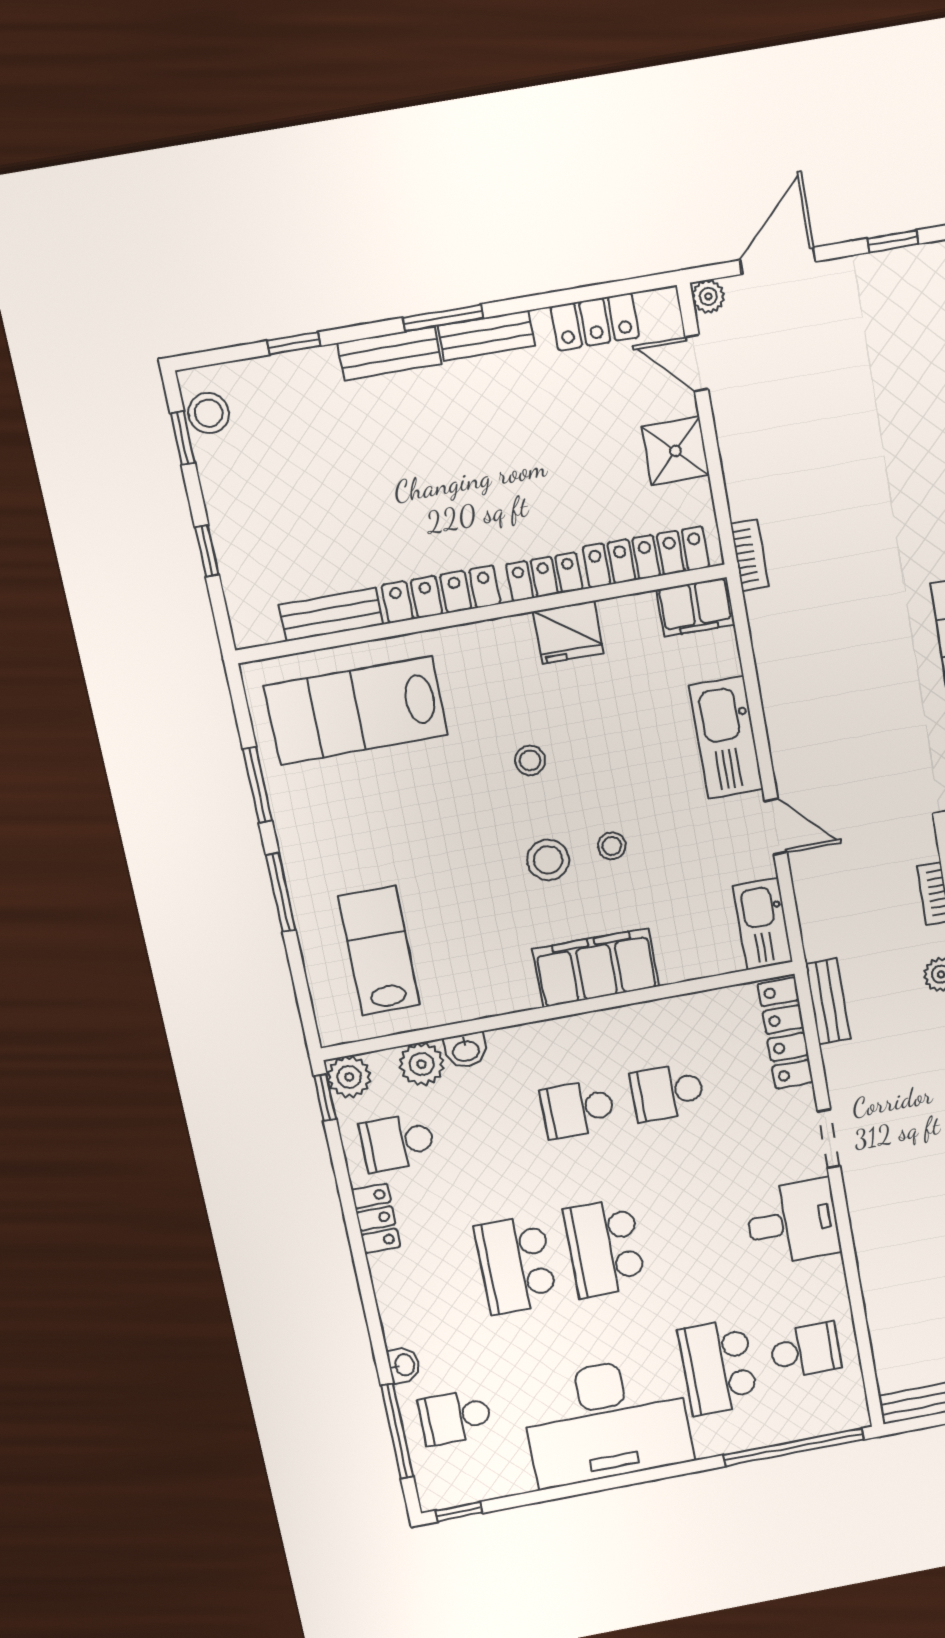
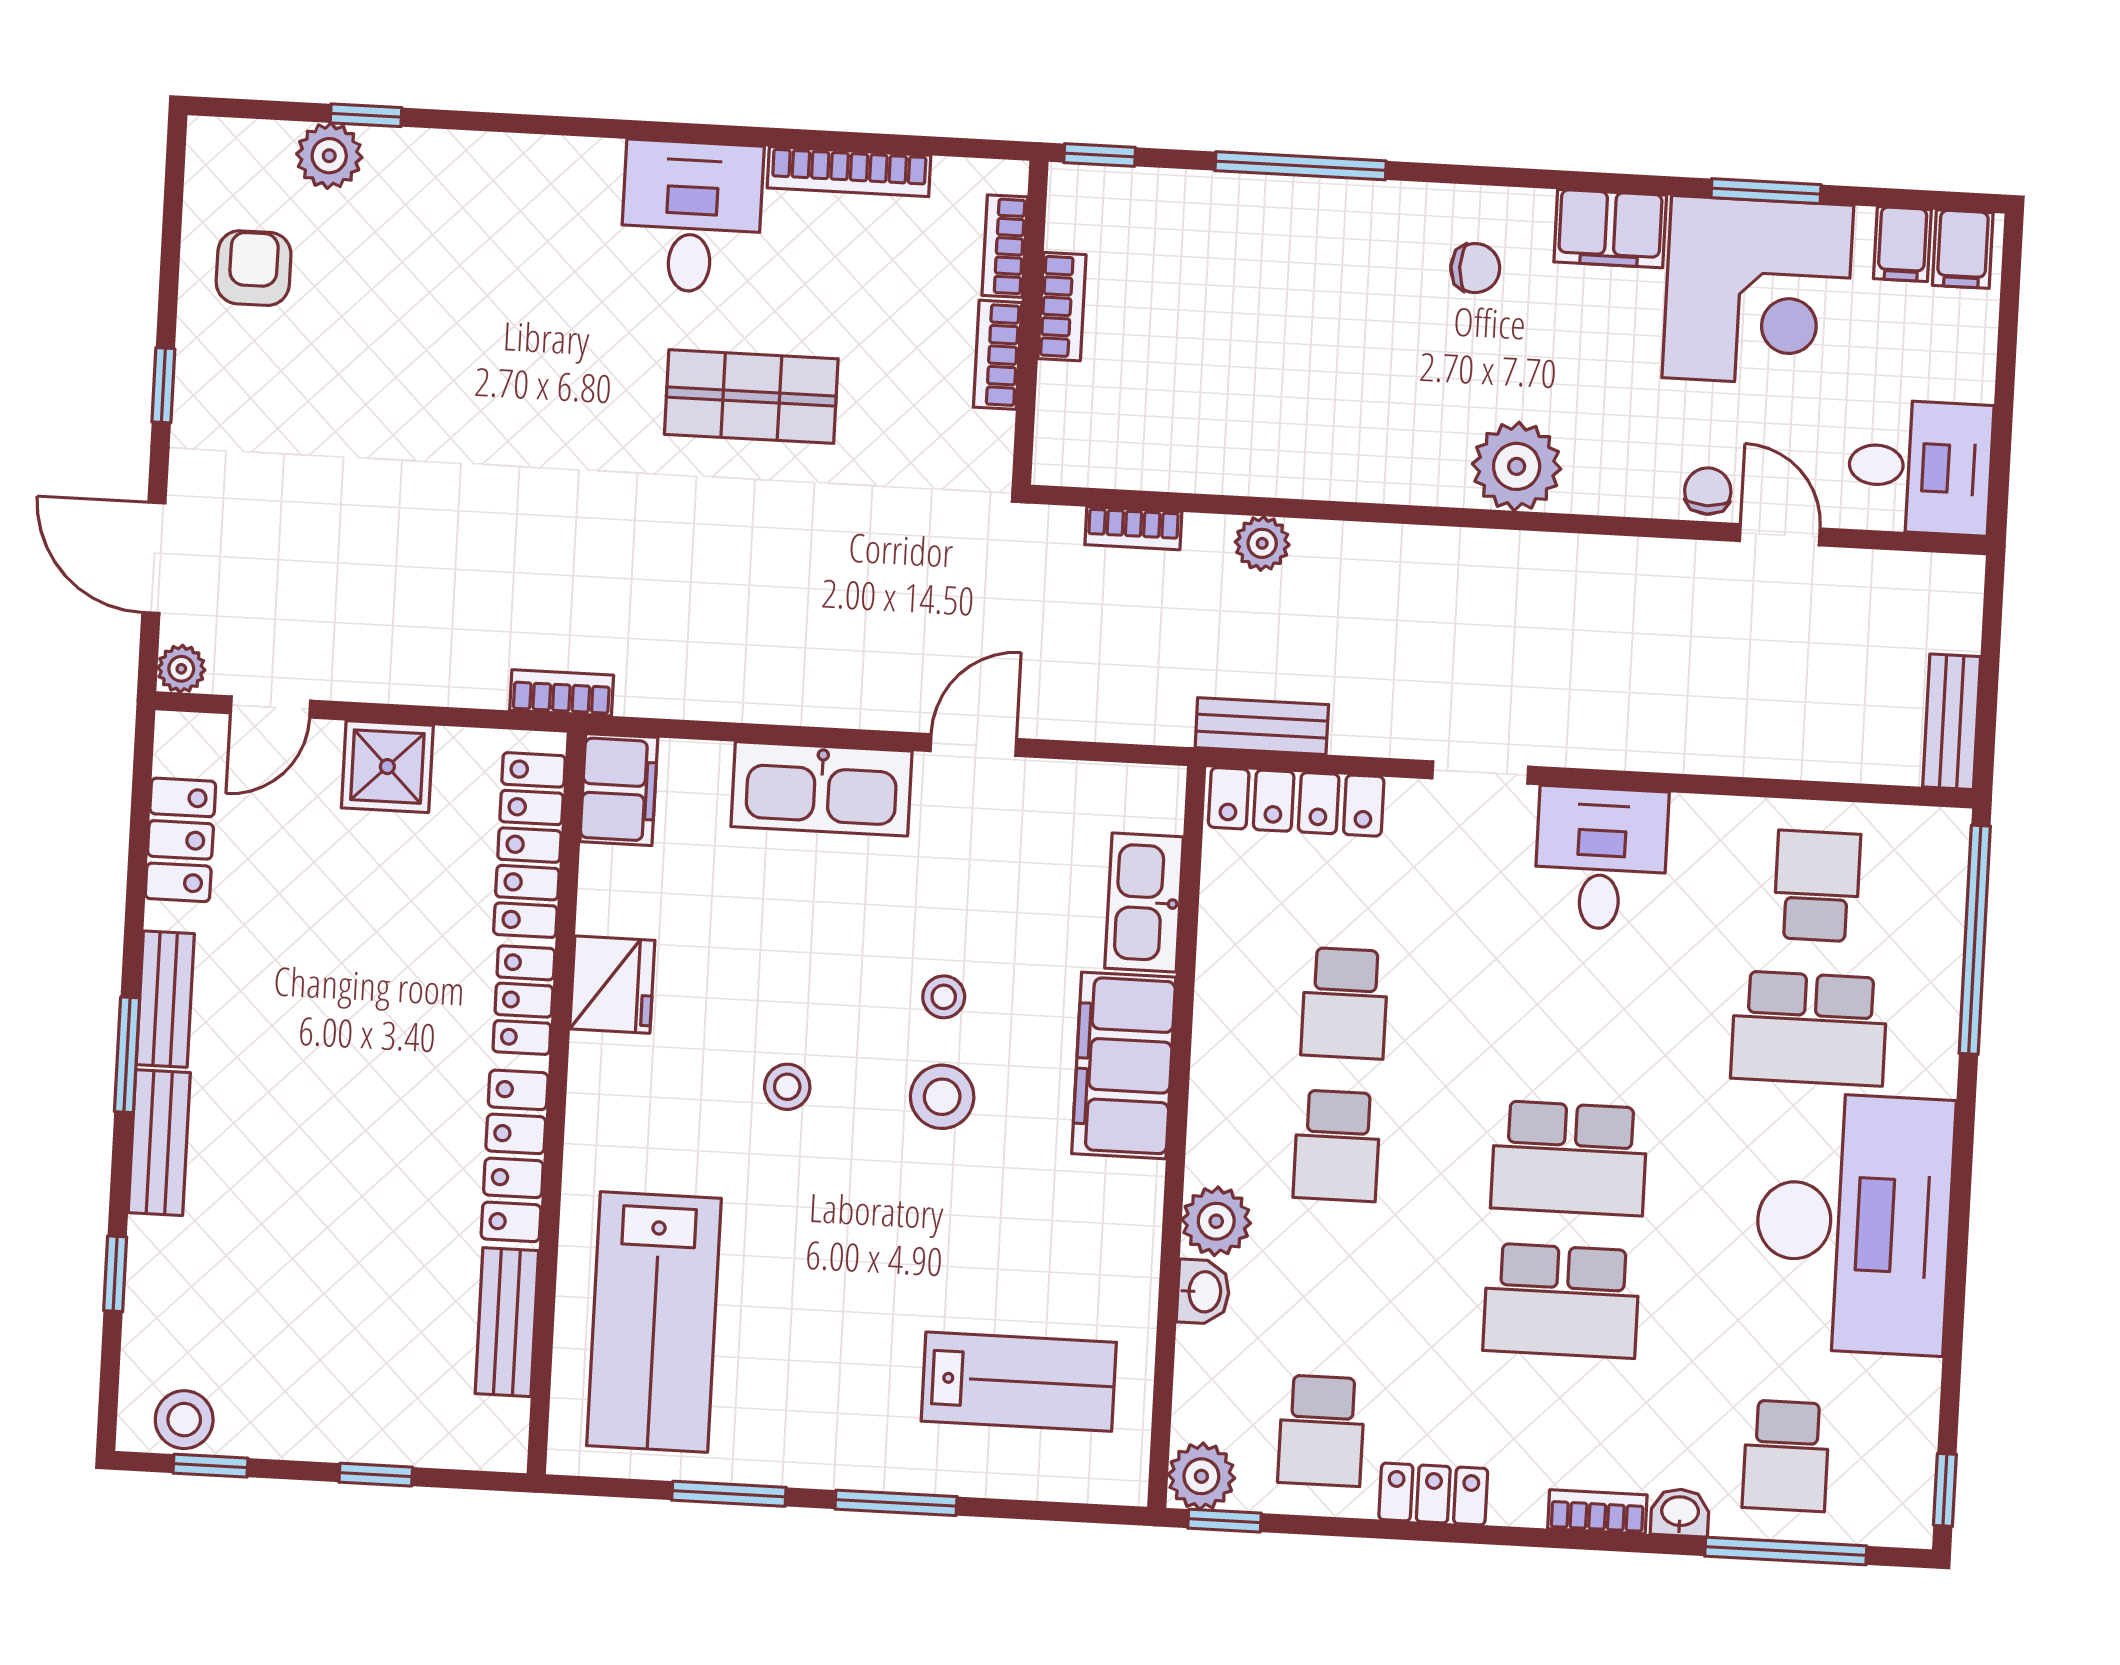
kitchen sink: (763, 924) -> (1144, 902), moved, turned 90
lab bench: (379, 951) -> (1019, 1382), turned 180
plant: (422, 1064) -> (1216, 1221), moved
bookcase: (391, 1317) -> (1597, 1512), added

